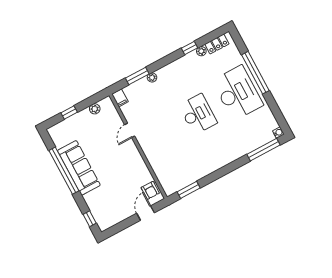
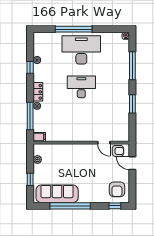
locker: (217, 44) -> (38, 92), moved
window: (137, 76) -> (30, 116), width x1.44
door: (130, 130) -> (104, 143), moved
window: (264, 150) -> (132, 66), moved
sofa: (79, 168) -> (57, 194), moved
window: (189, 190) -> (132, 104), moved
armchair: (108, 211) -> (117, 189), added

